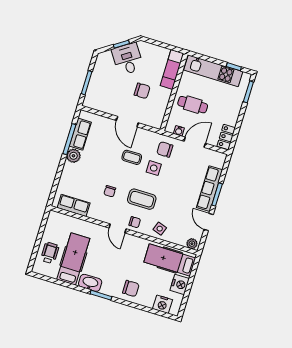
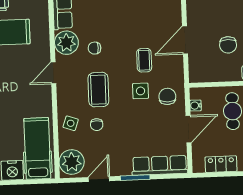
locker: (226, 137) -> (221, 164), moved
door: (195, 142) -> (188, 129), hinge flipped
row of seats: (209, 189) -> (160, 165), moved
plant: (98, 211) -> (66, 43), added
chair: (135, 222) -> (97, 125), moved
plant: (192, 244) -> (72, 162), width x1.88, depth x1.88

